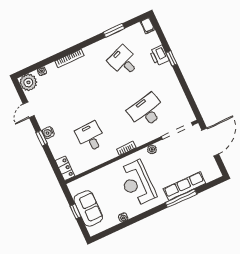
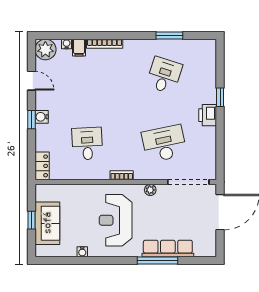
filing cabinet: (148, 26) -> (79, 48), moved
printer: (159, 56) -> (208, 115), moved
desk: (124, 61) -> (164, 75), turned 39
door: (29, 110) -> (31, 81), swing flipped

